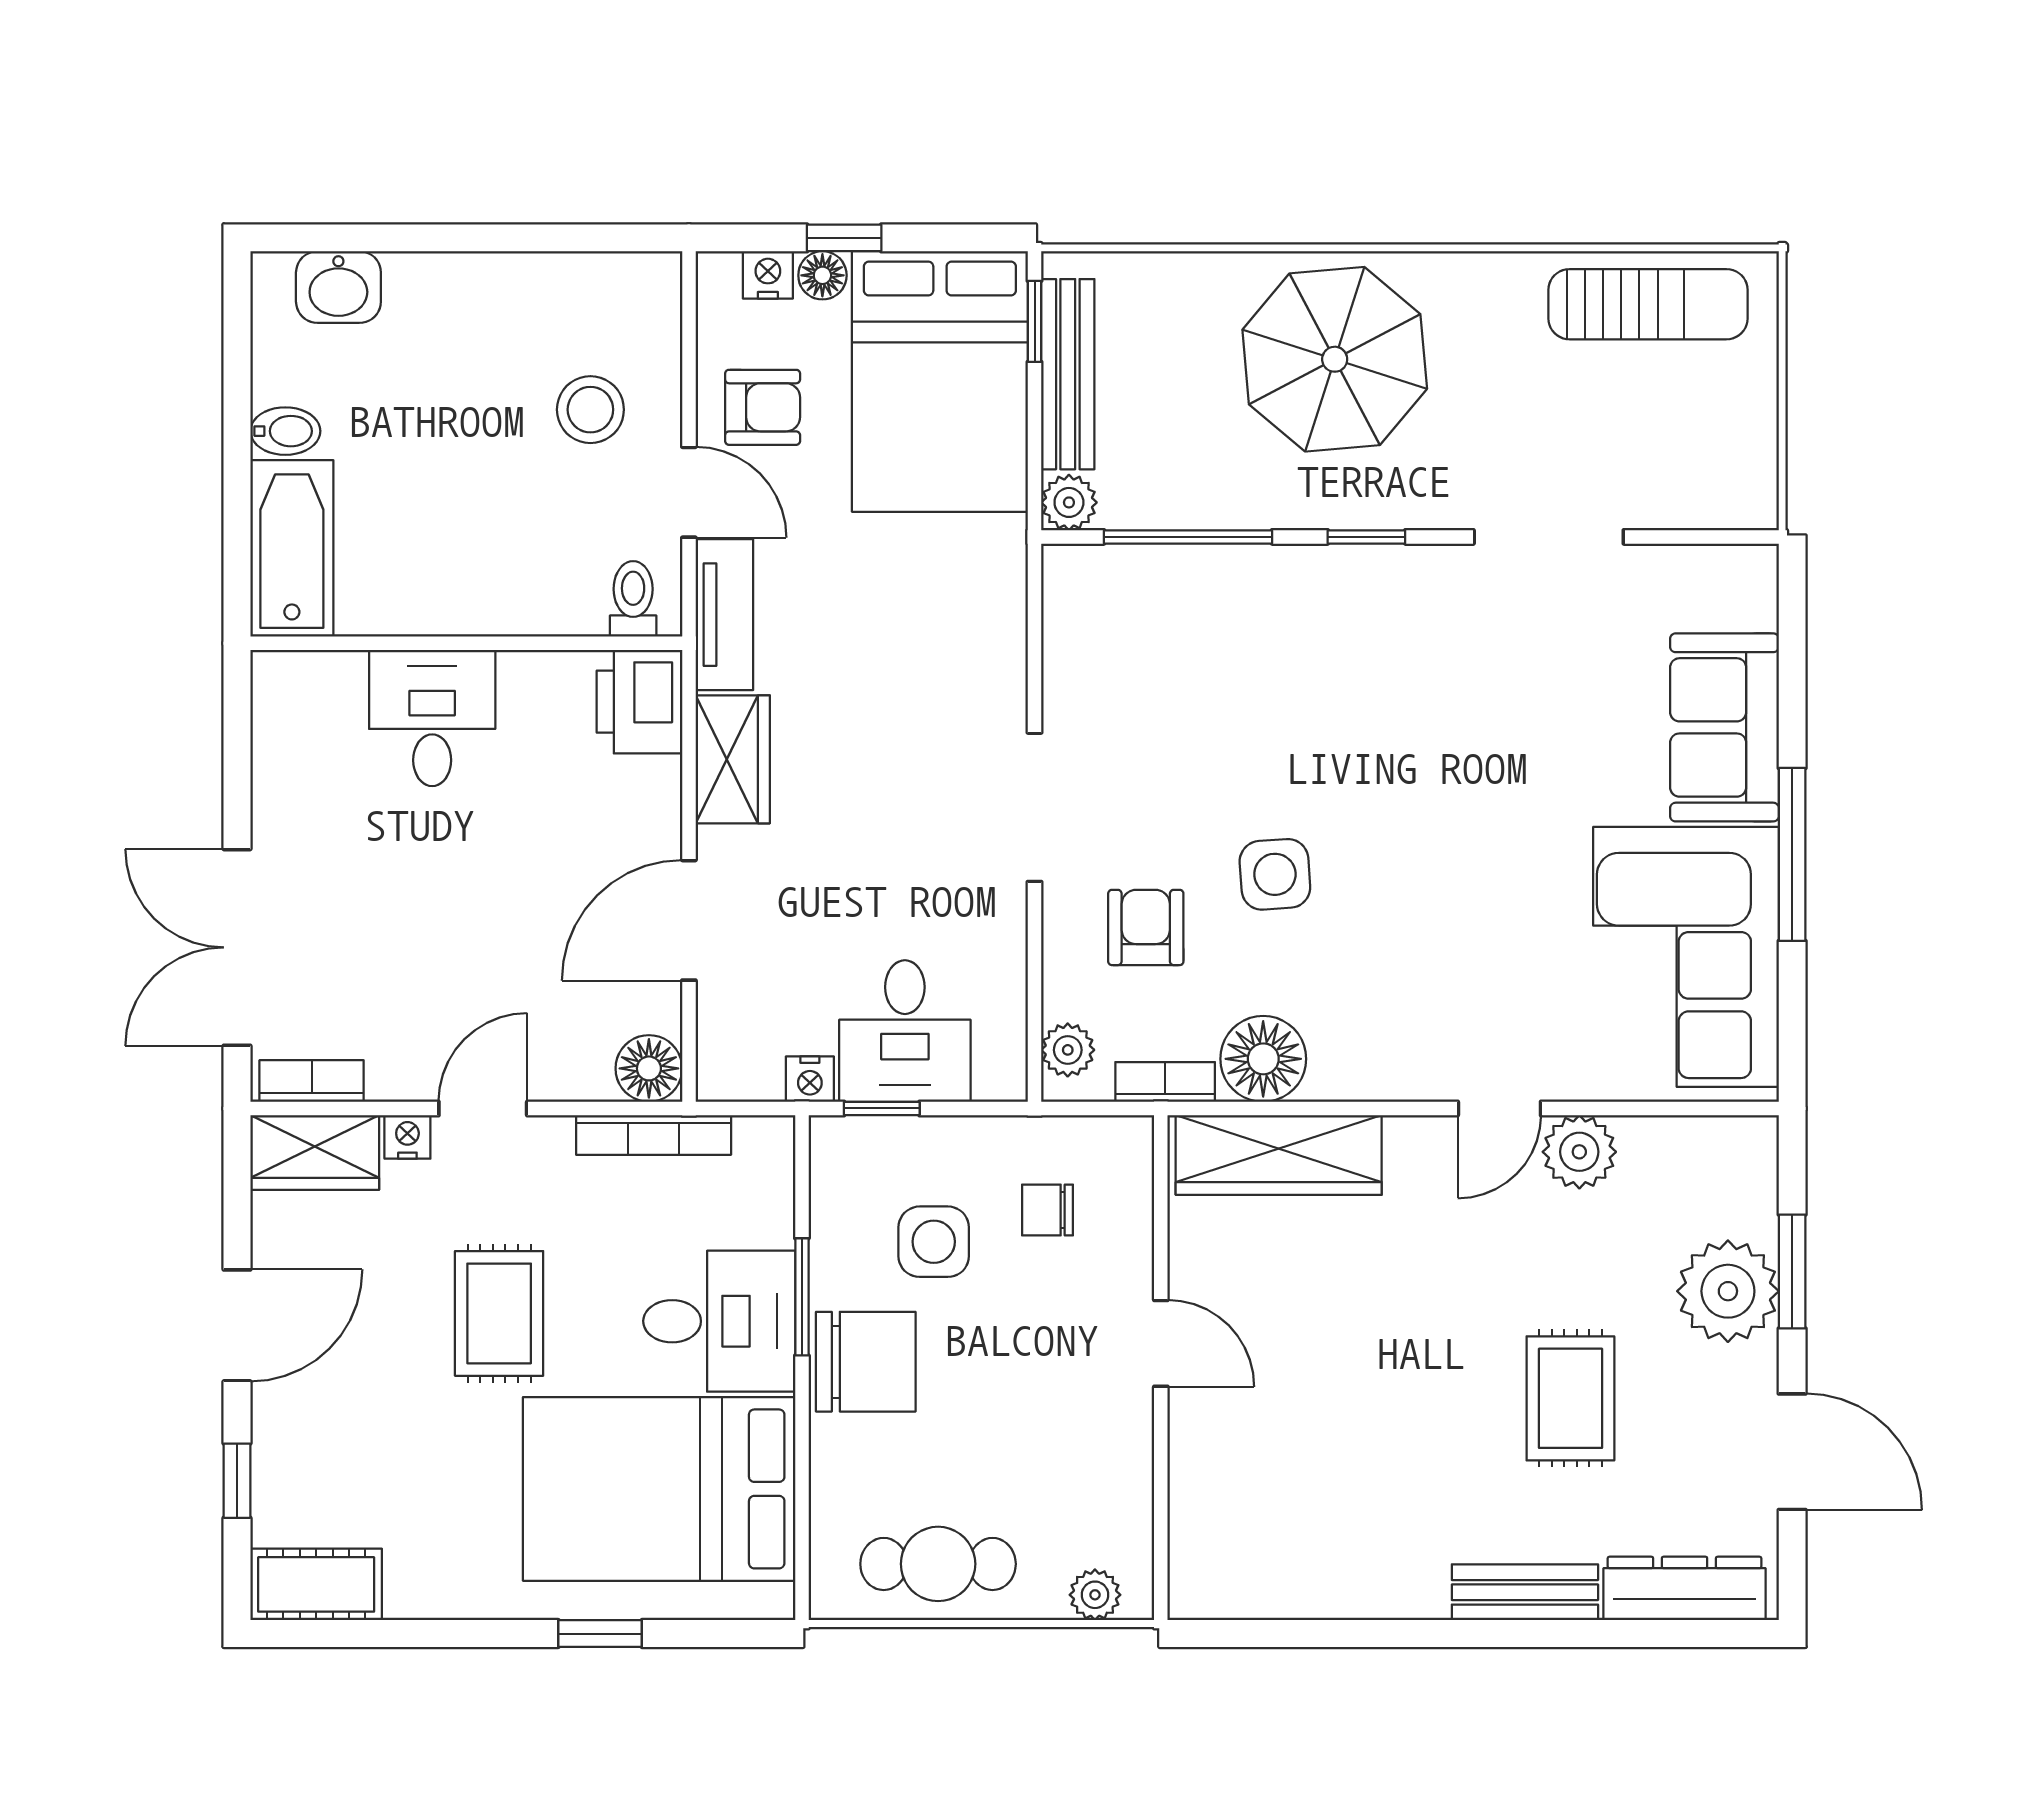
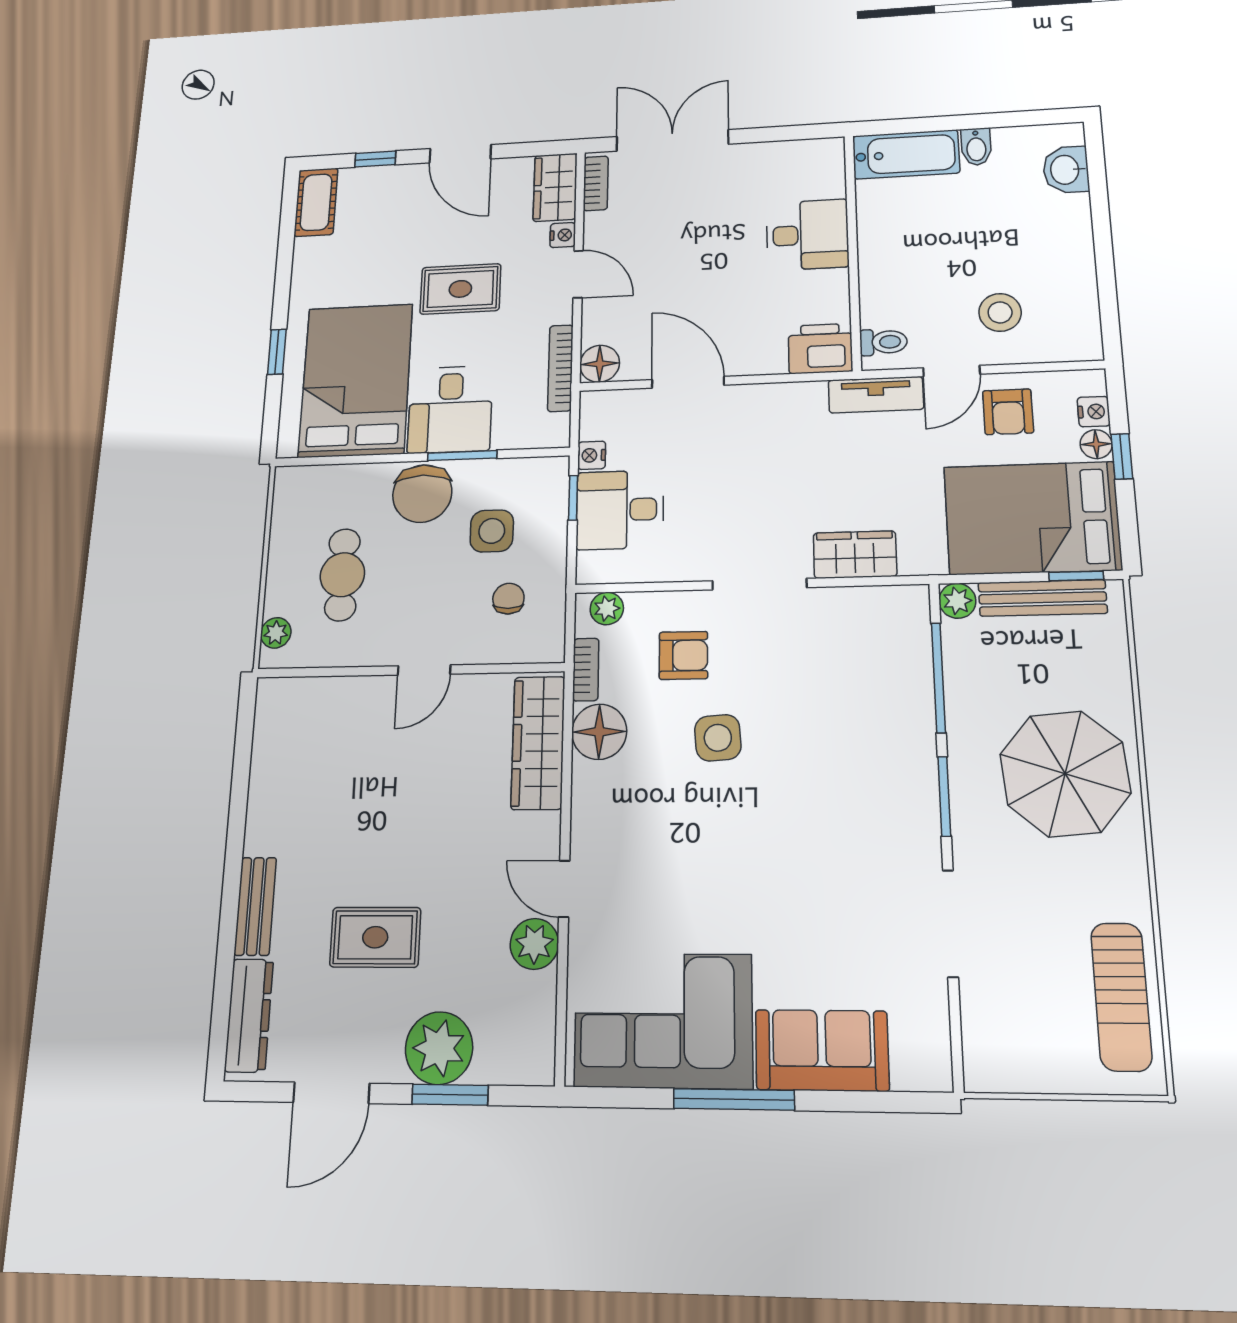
window: (1366, 537) -> (944, 796), width x1.50
wardrobe: (733, 759) -> (855, 555), moved, turned 180
cafe table: (938, 1564) -> (342, 575), moved

